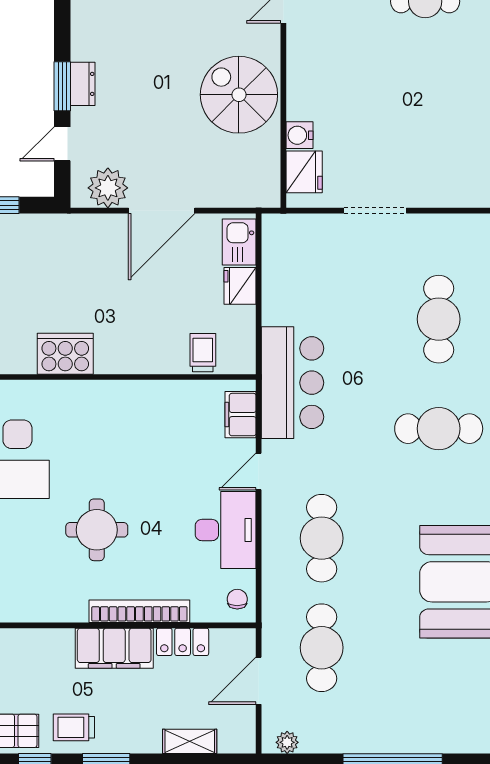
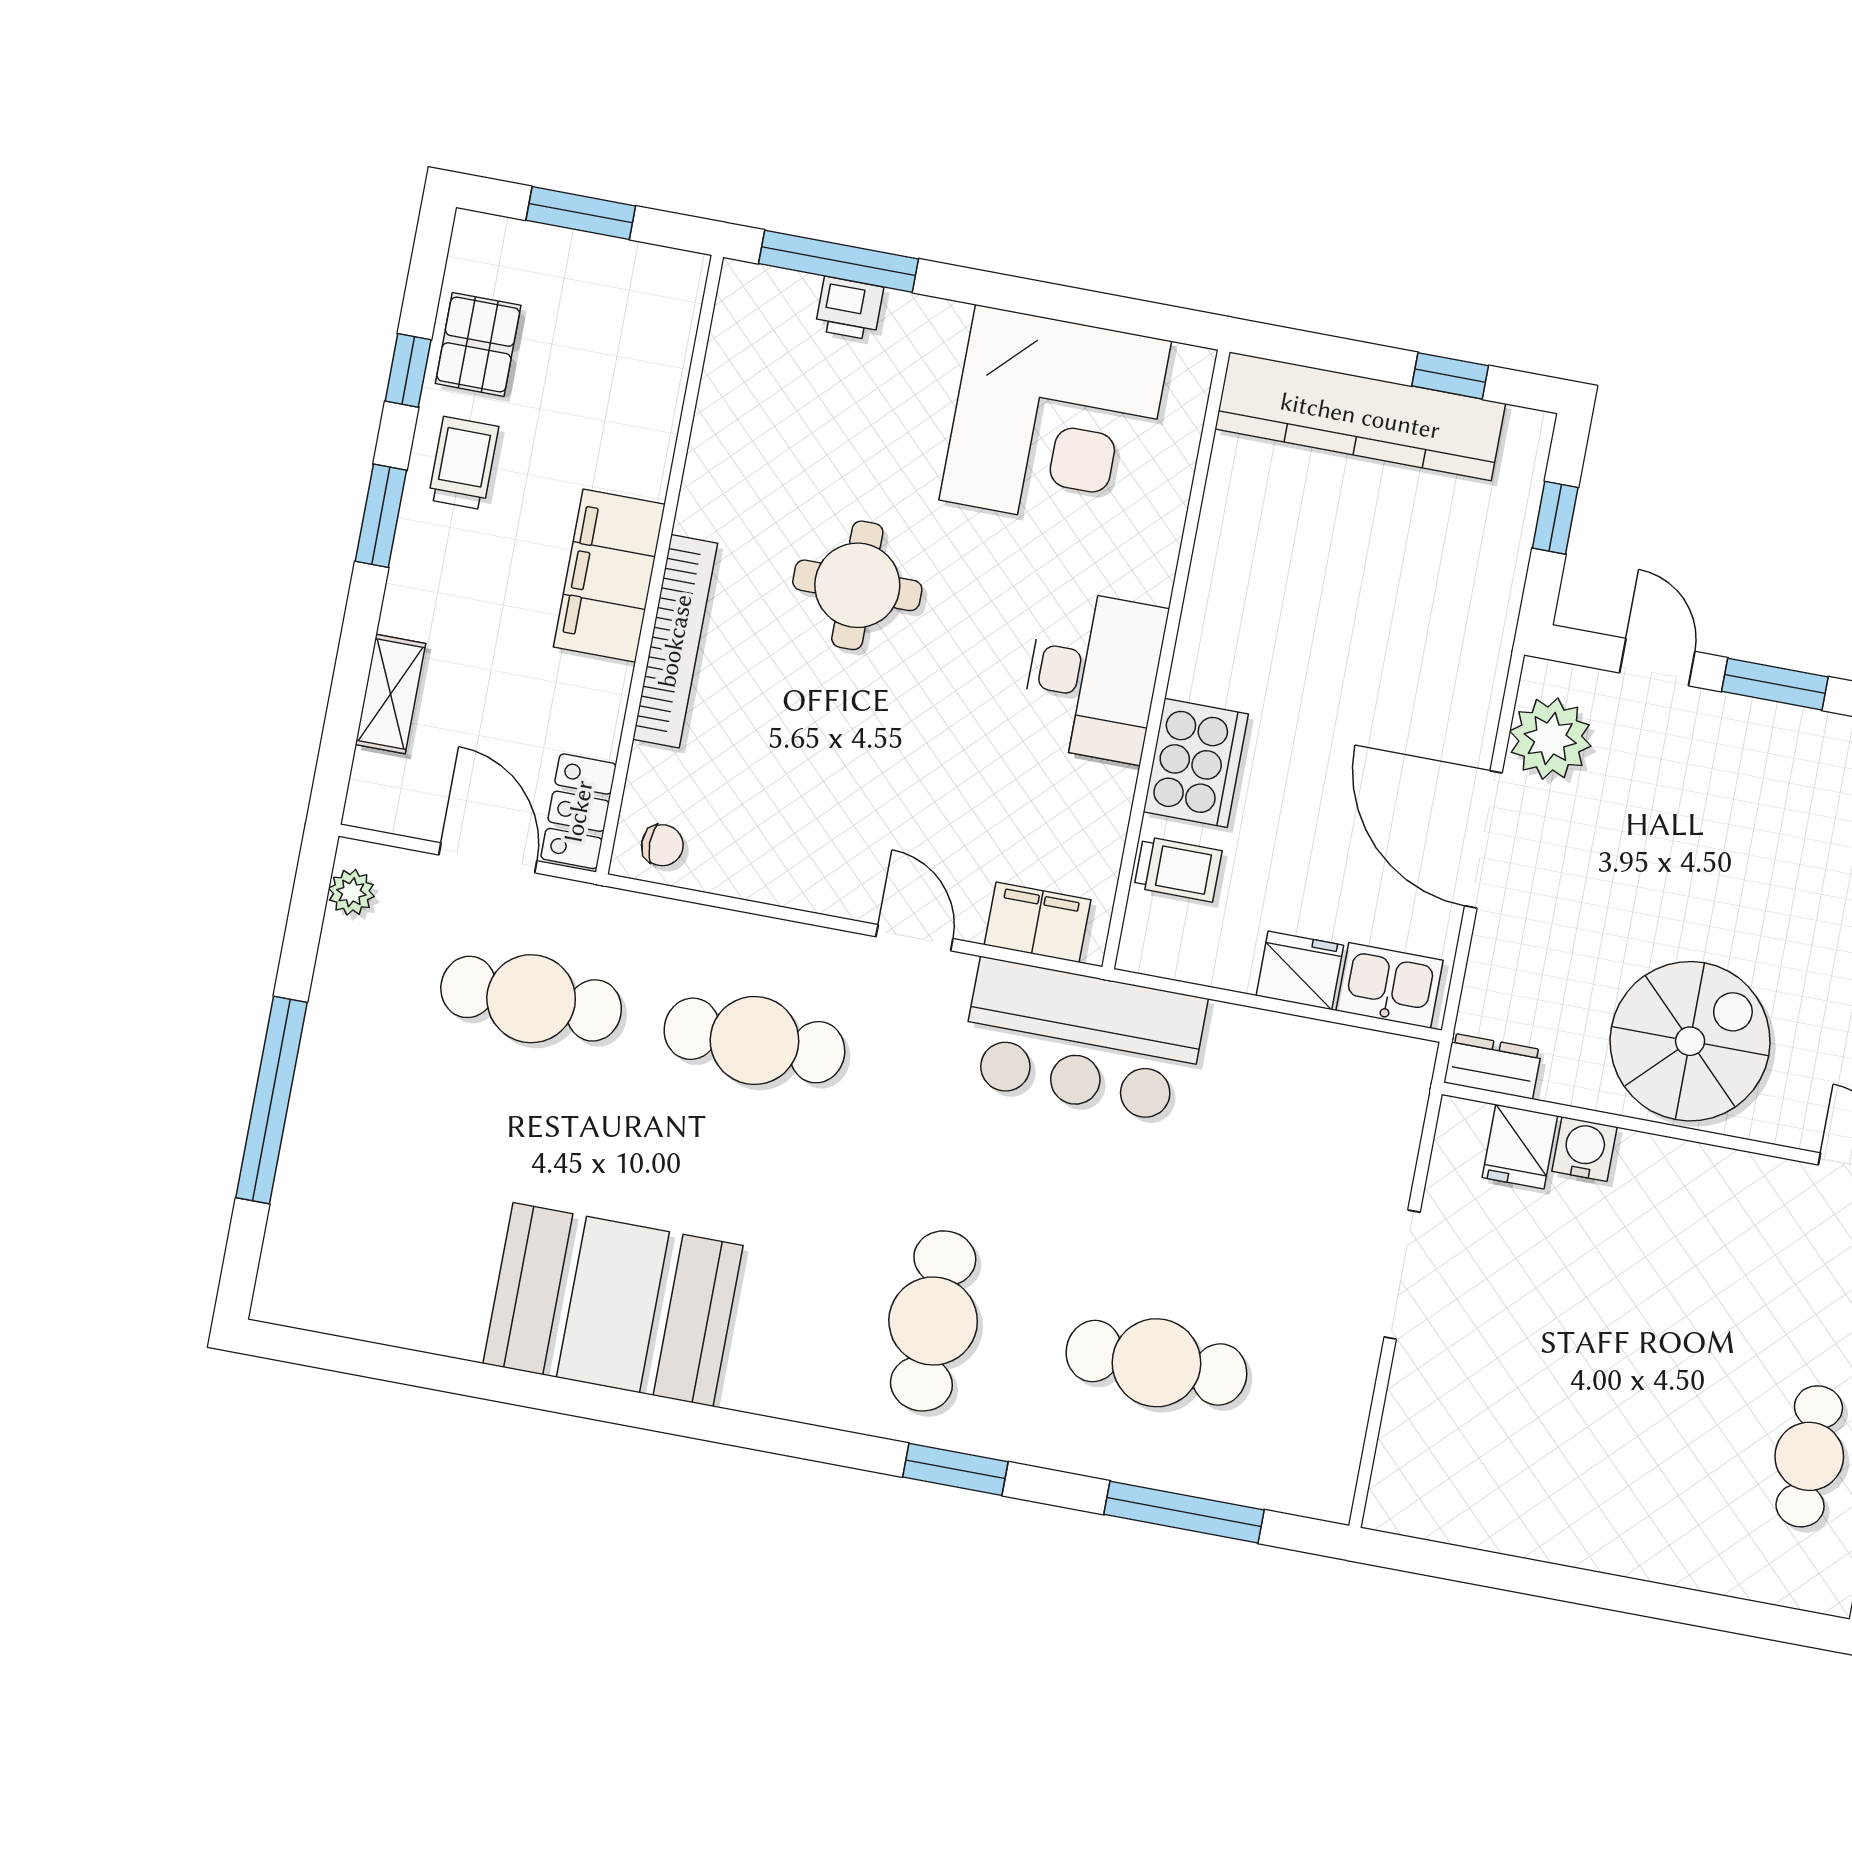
dresser: (83, 84) -> (1493, 1066), moved, turned 180
fridge: (304, 172) -> (1520, 1147), width x0.72
cooker: (65, 354) -> (1196, 763), moved
desk: (226, 530) -> (1093, 676), moved, turned -90
locker: (183, 642) -> (579, 811), moved

